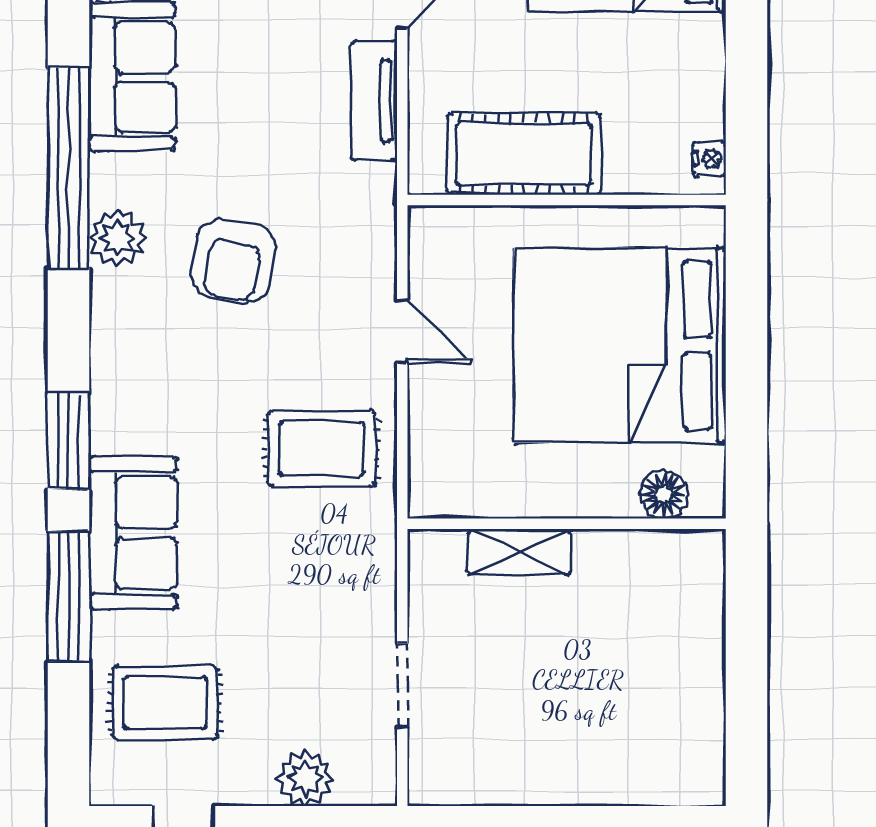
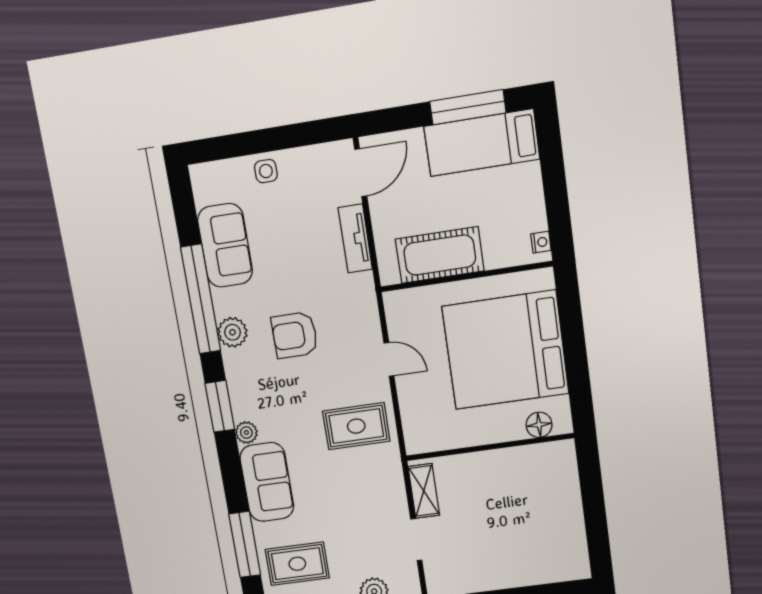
armchair: (233, 261) -> (295, 335), turned 81
plant: (110, 432) -> (246, 433), added
window: (68, 441) -> (220, 406), moved
shelving: (519, 552) -> (424, 491), moved, turned 90
window: (68, 596) -> (245, 545), moved

